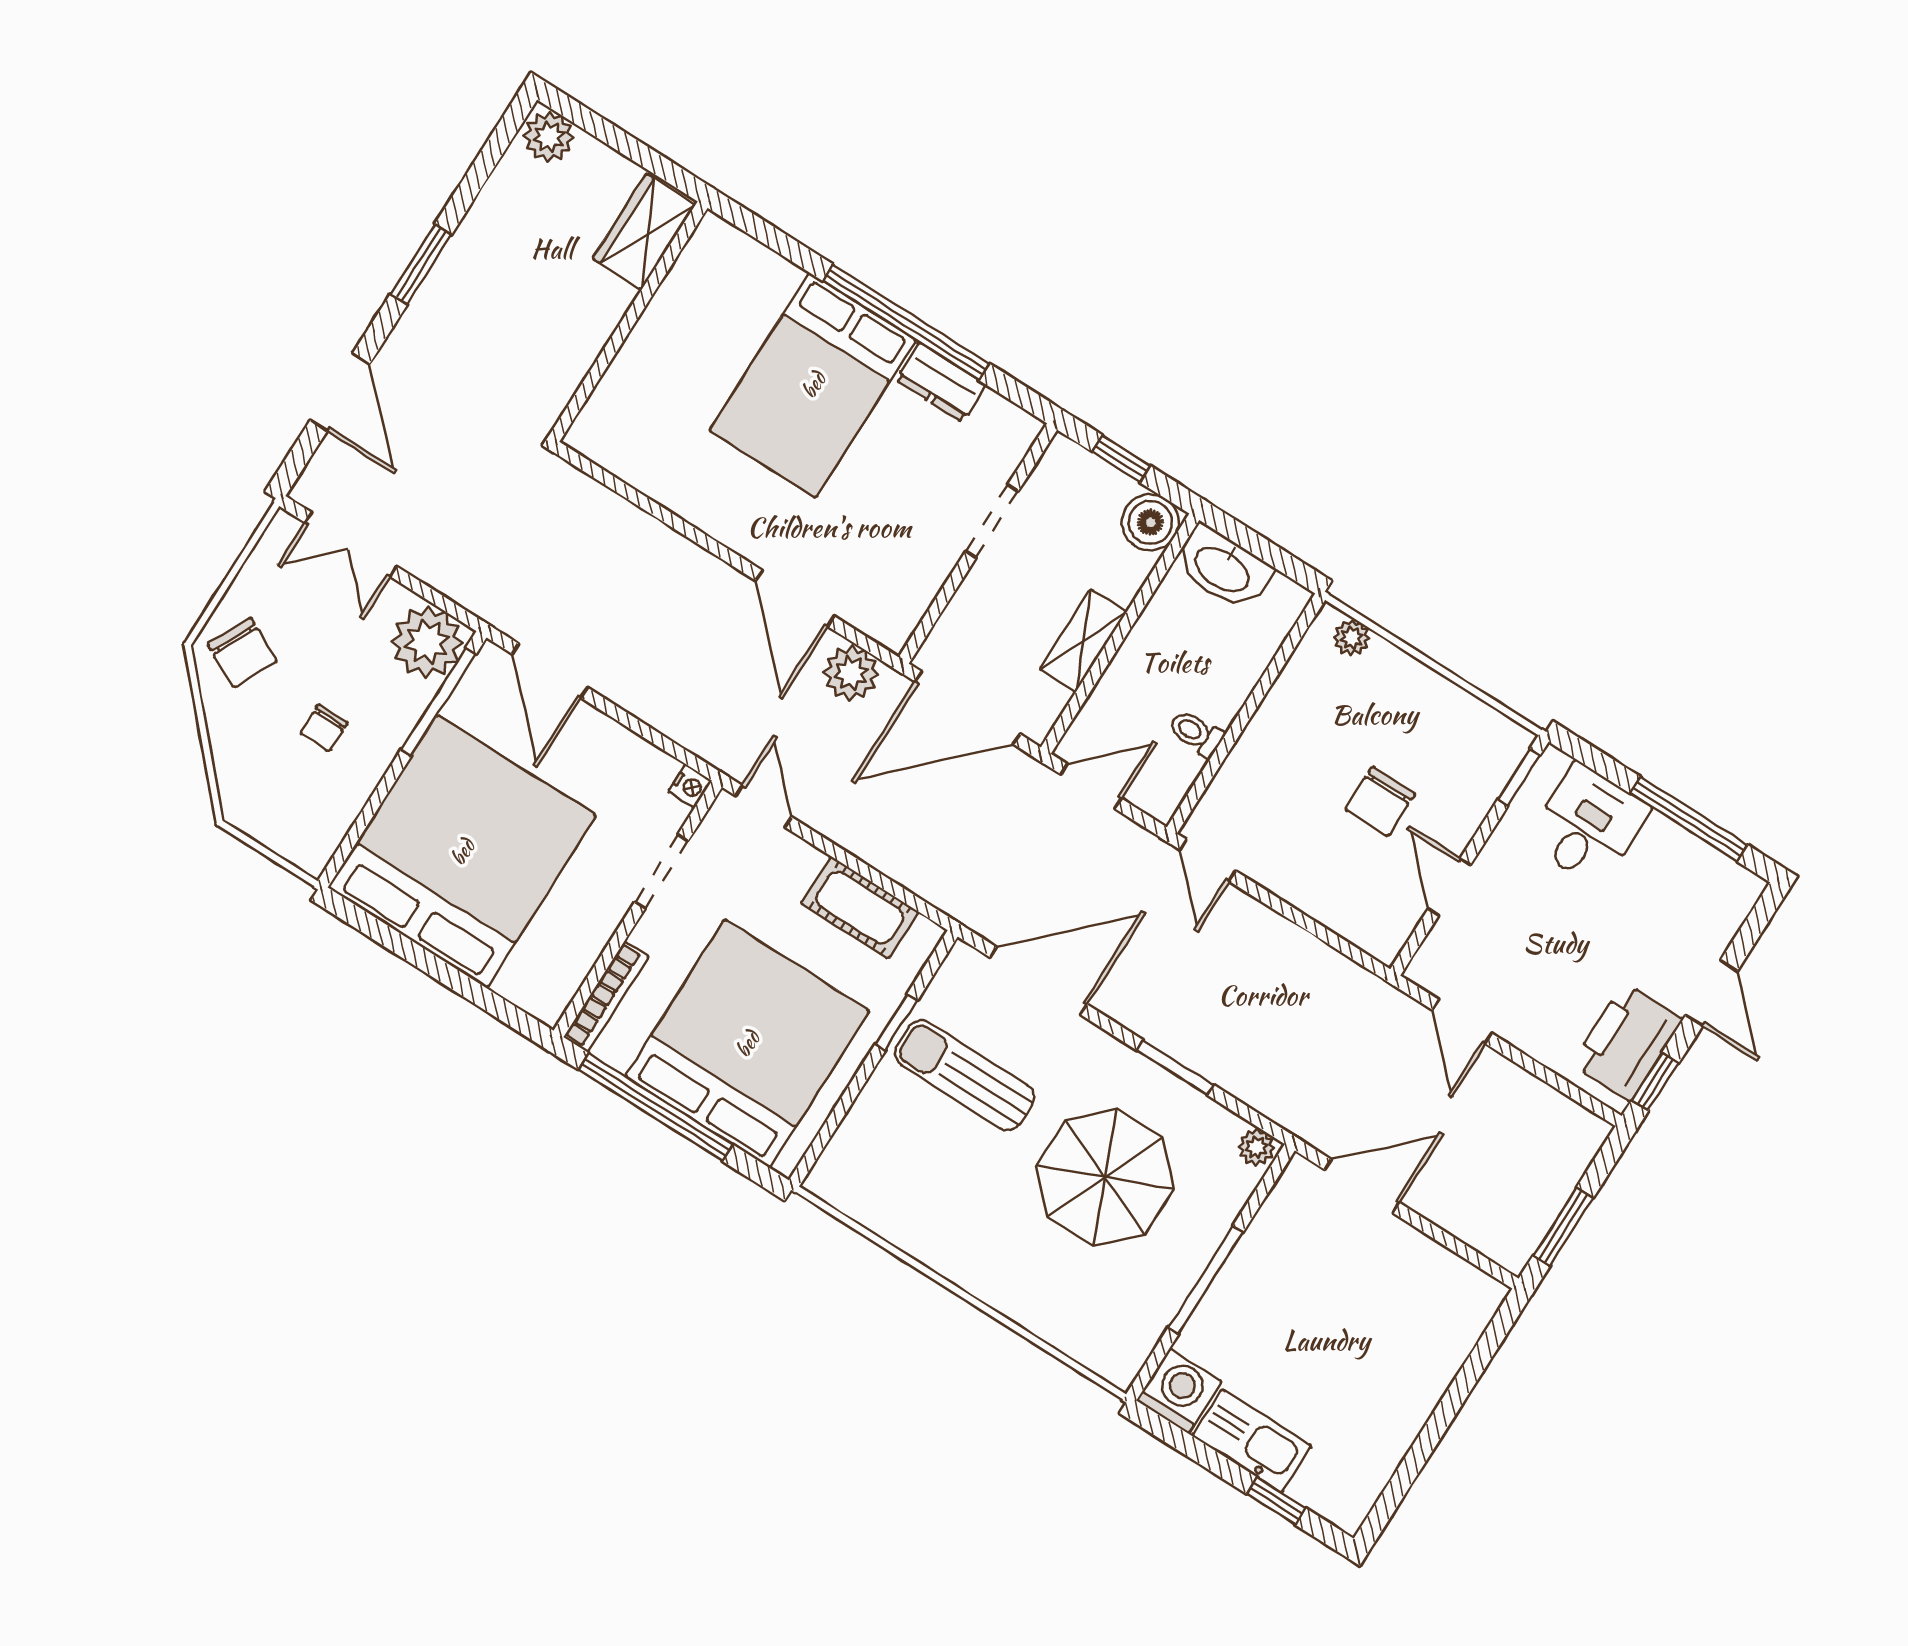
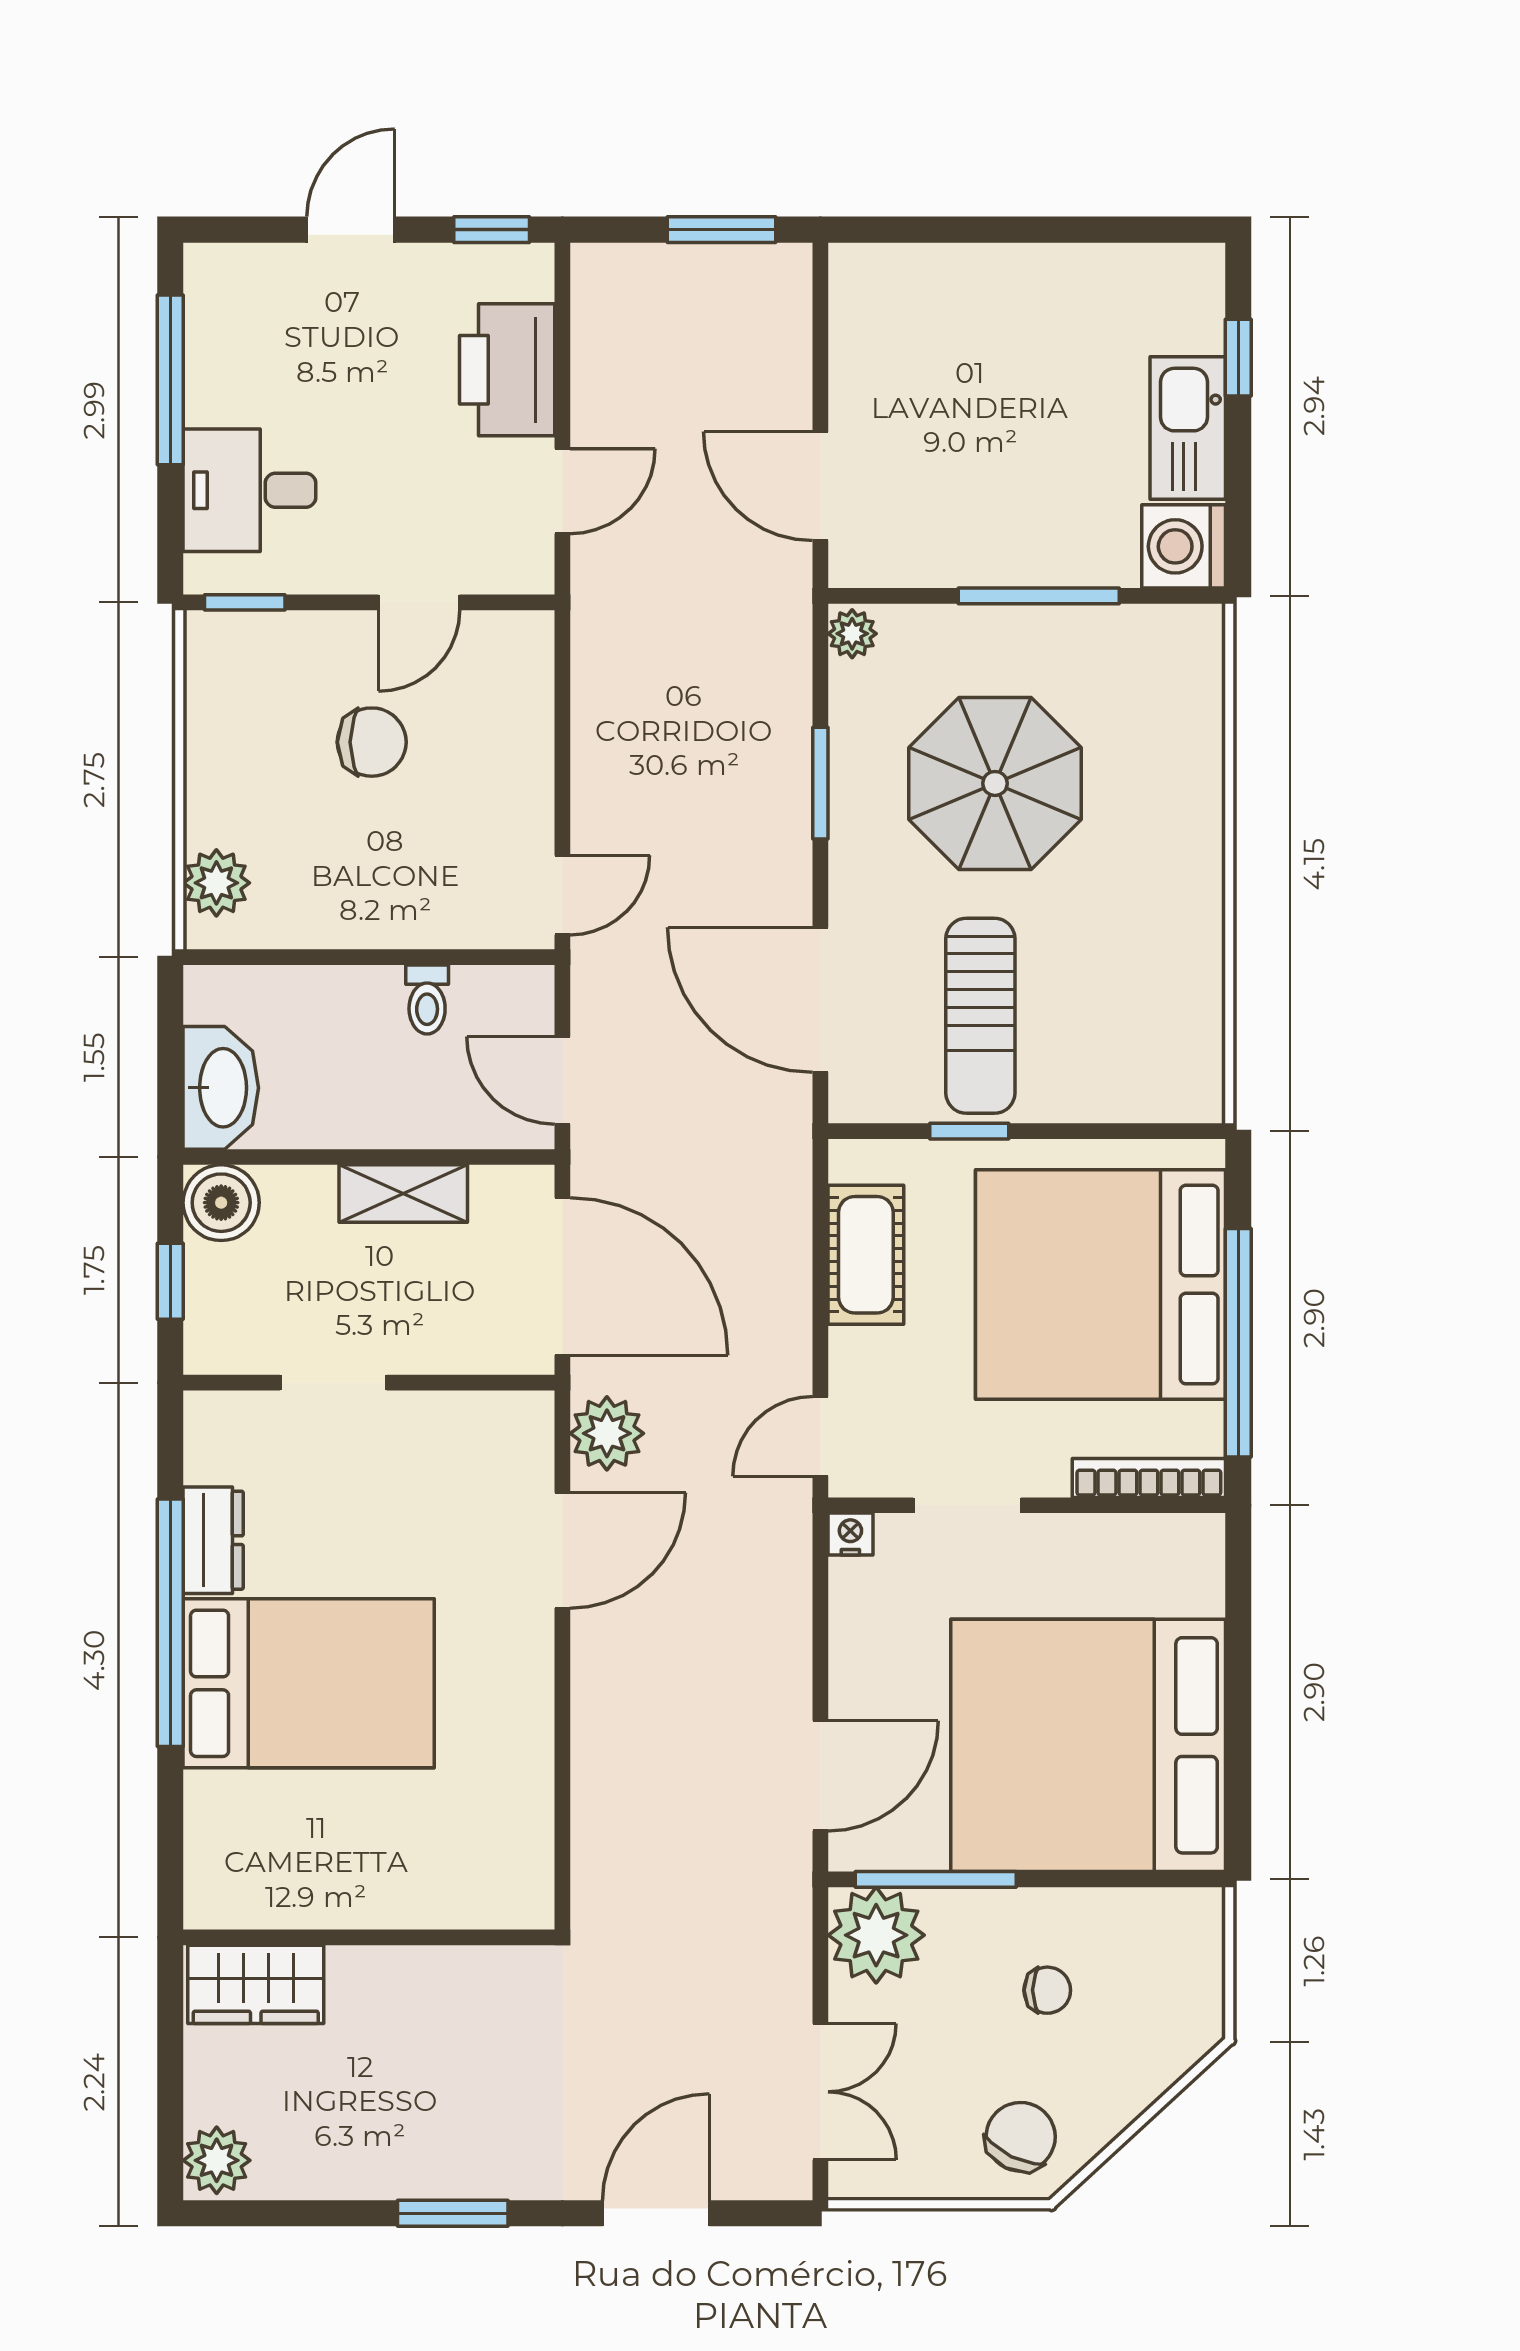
plant: (1352, 638) -> (216, 883), width x1.38, depth x1.38
printer: (1627, 1042) -> (507, 370), moved, turned 90

